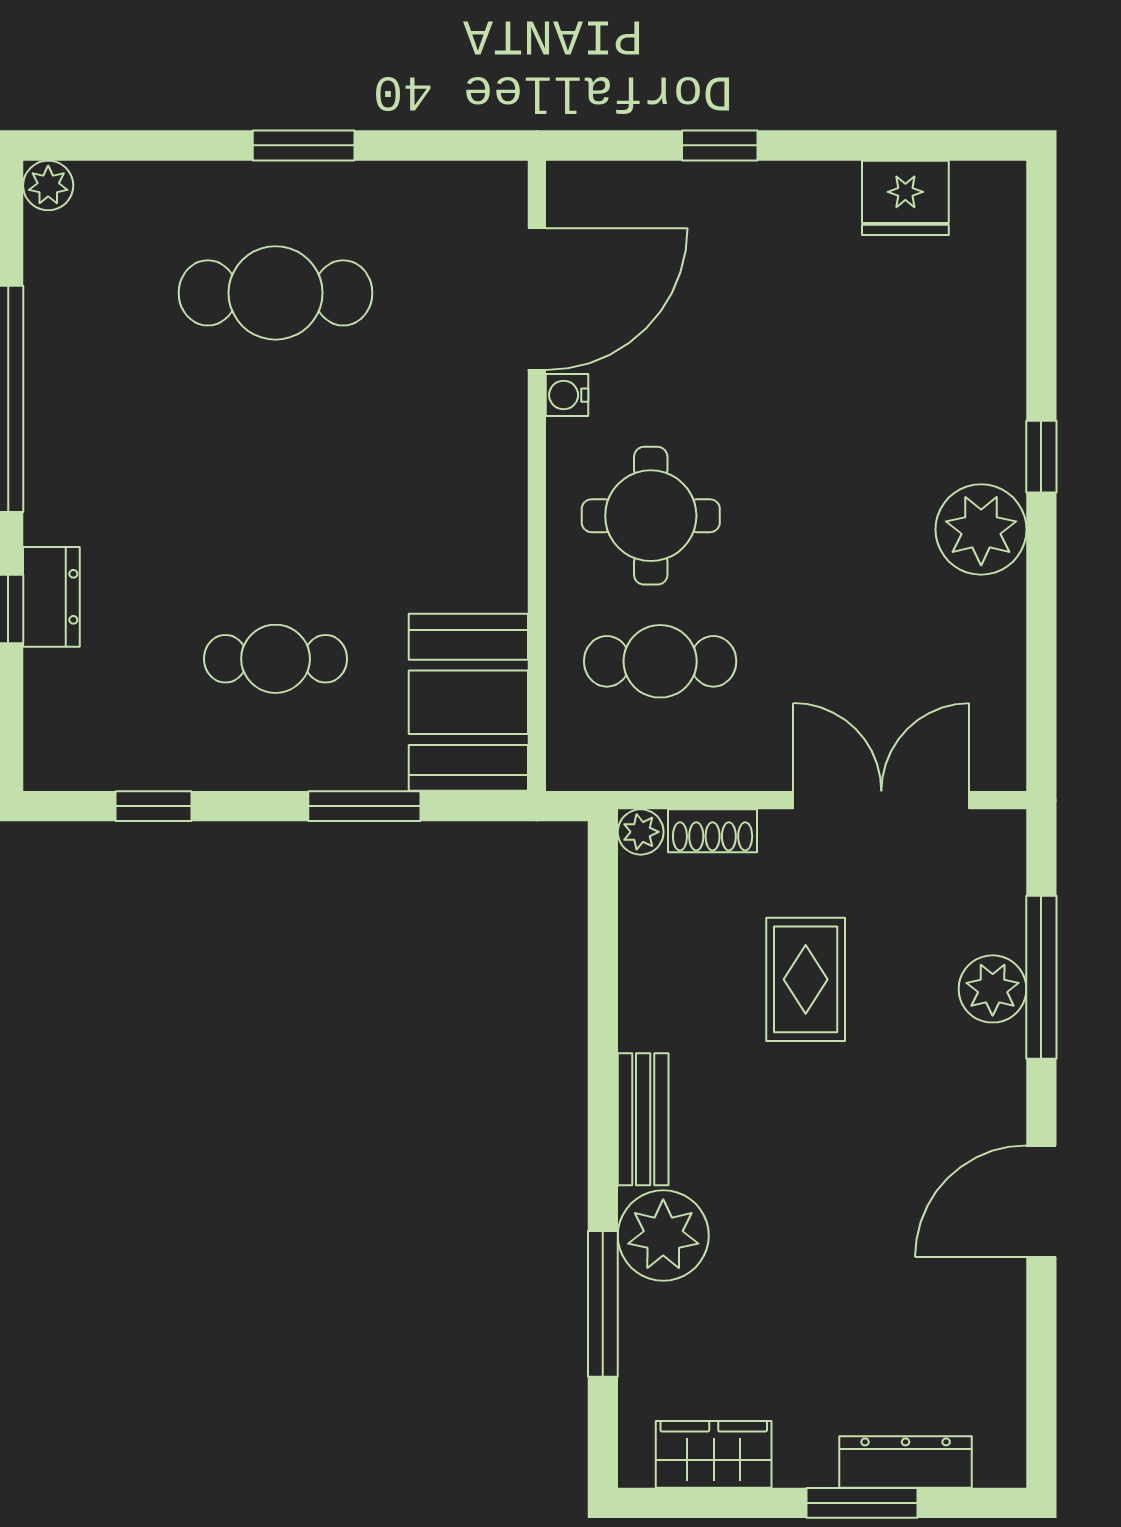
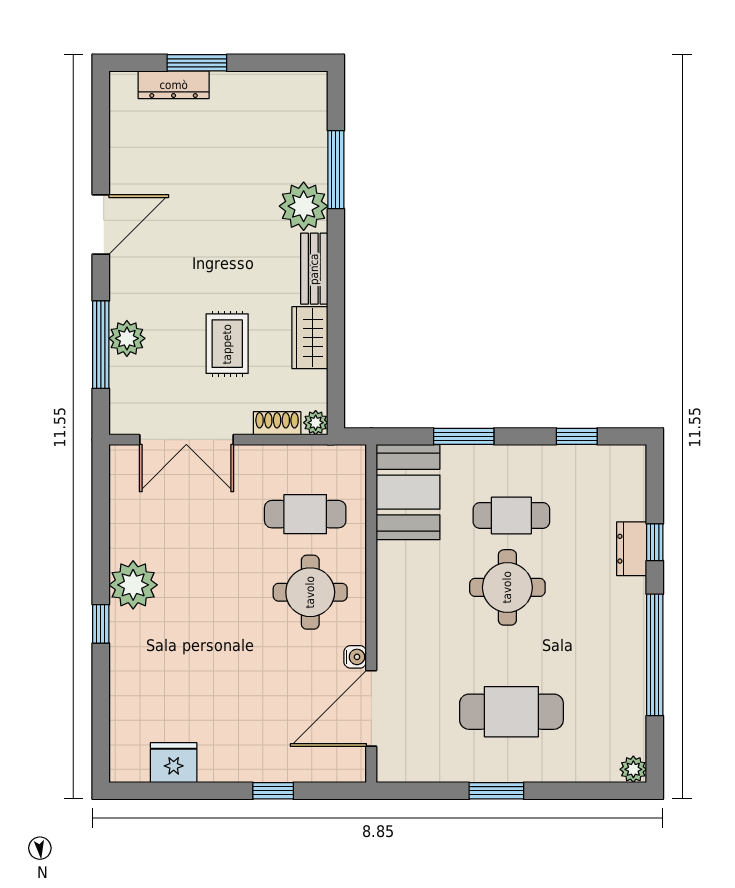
round table: (283, 525) -> (507, 587), added
wardrobe: (714, 1454) -> (310, 338), moved, turned 90

